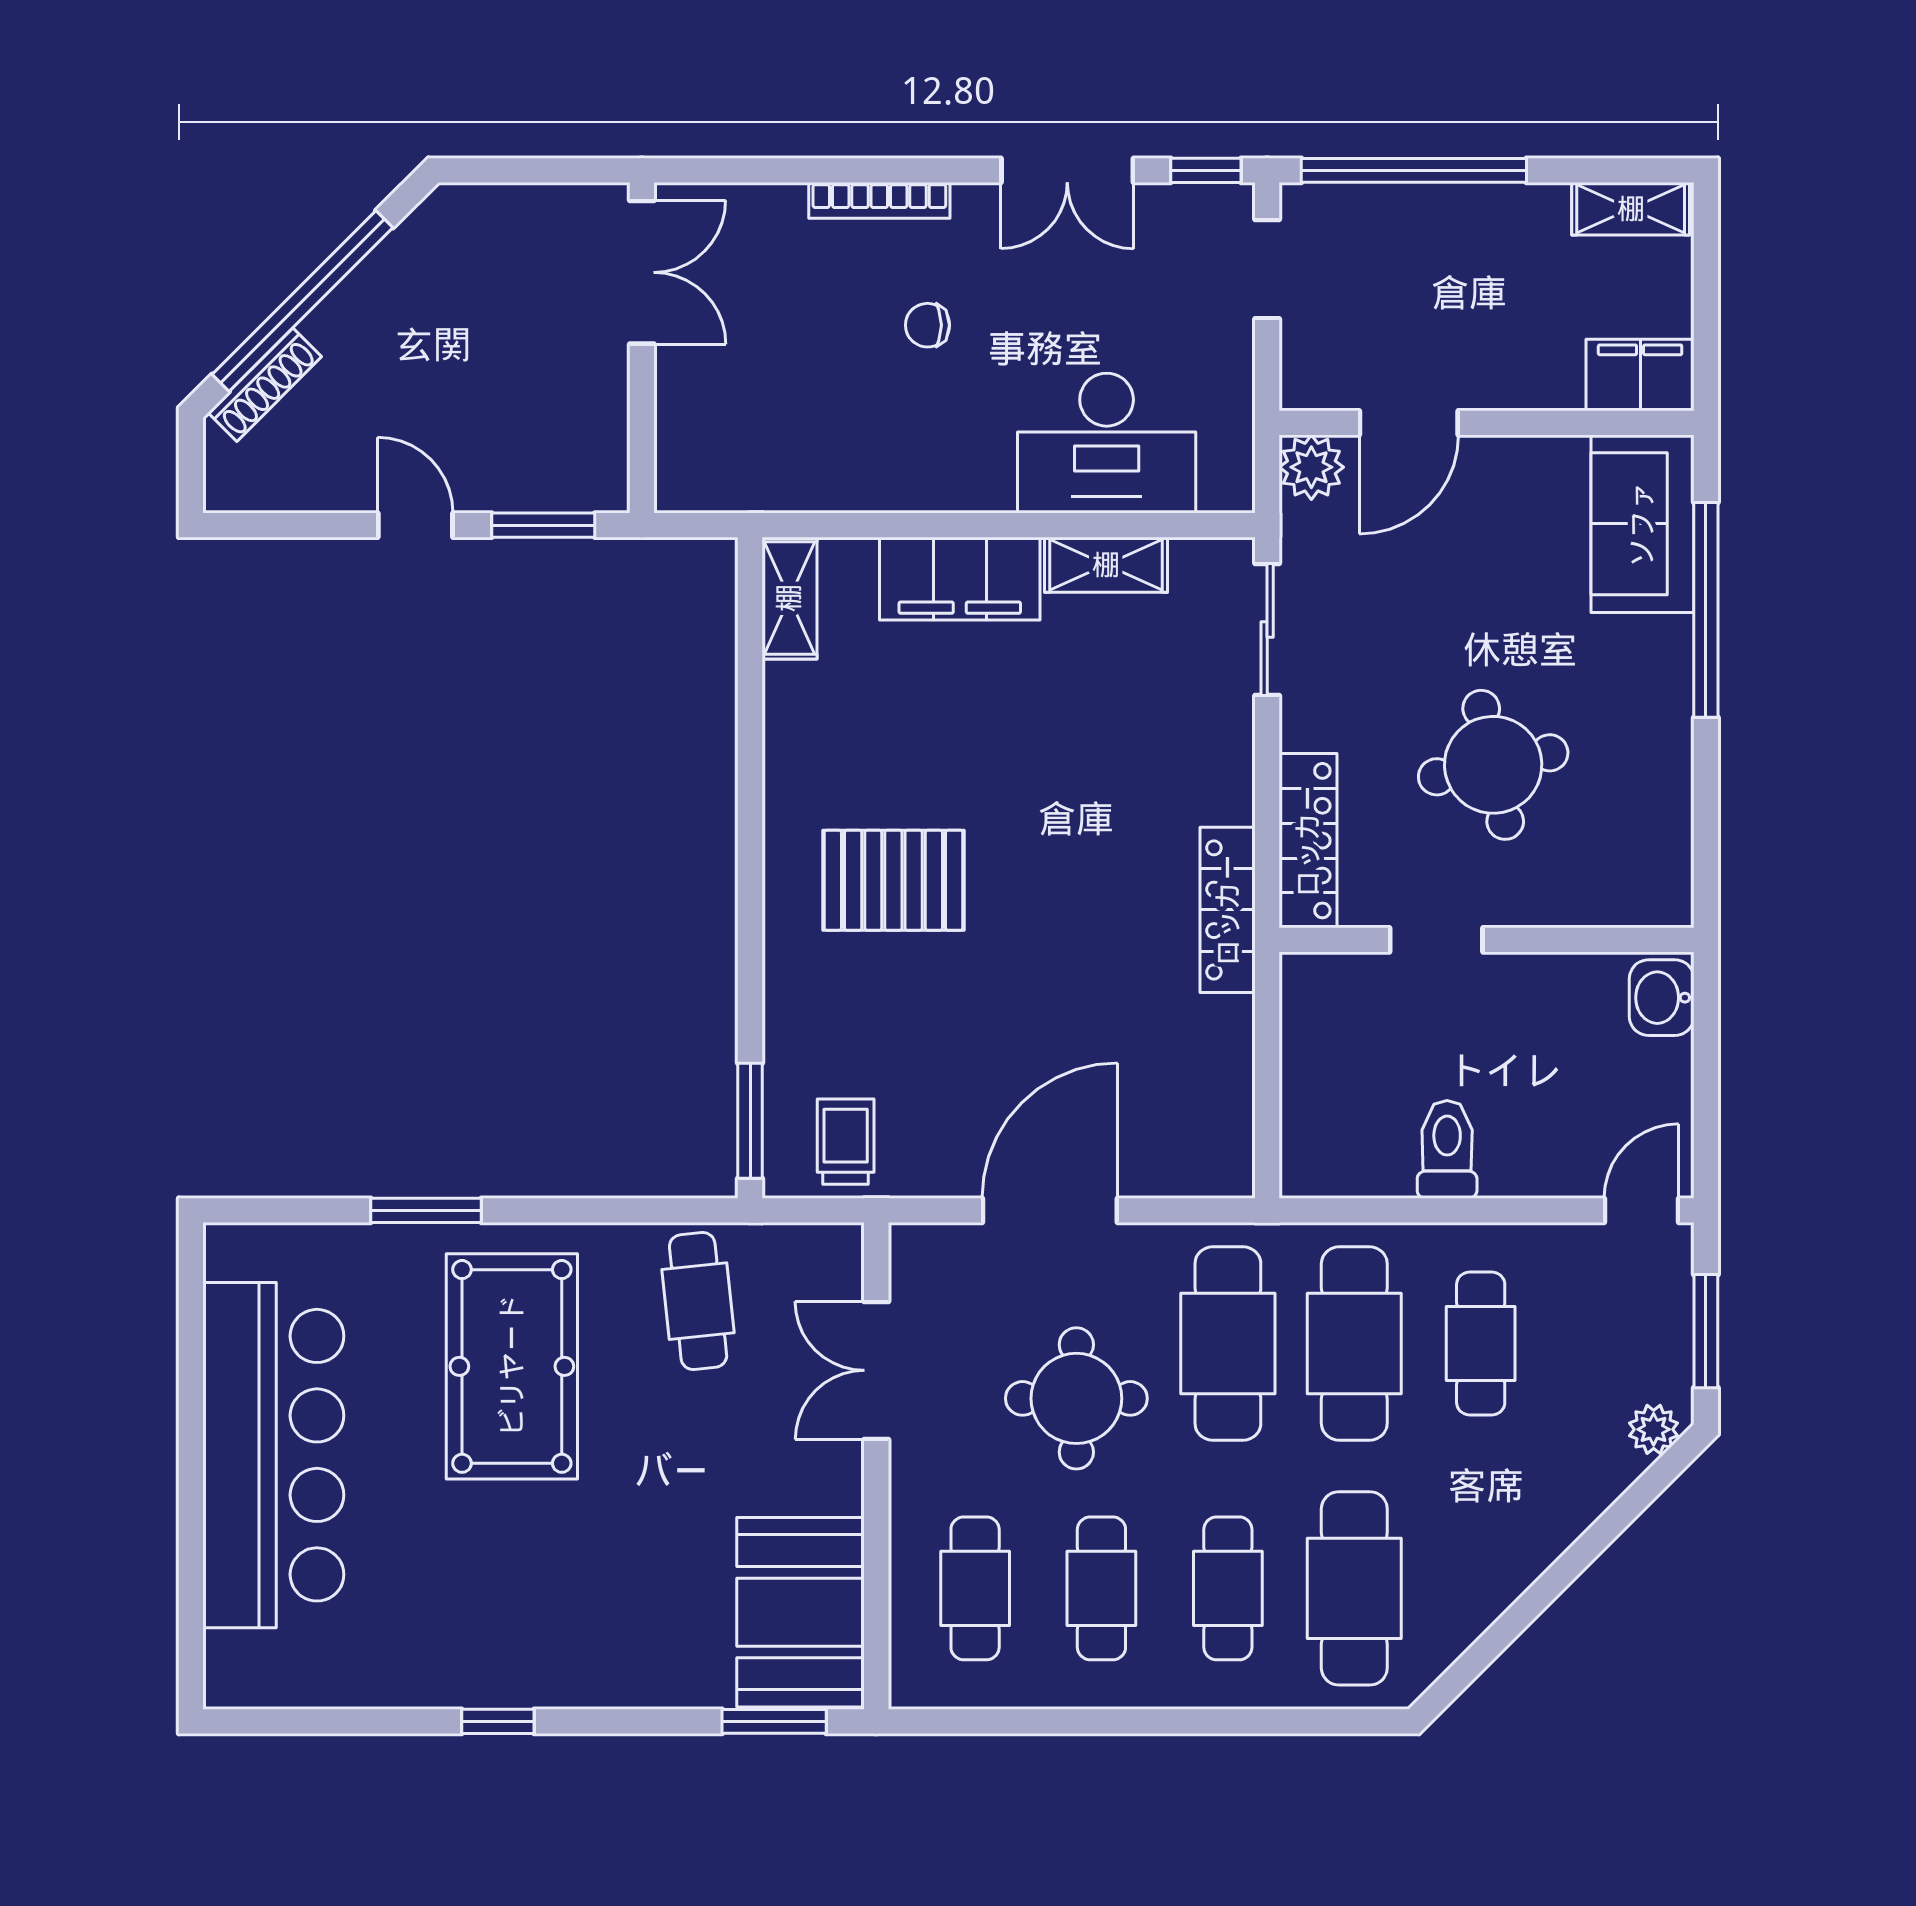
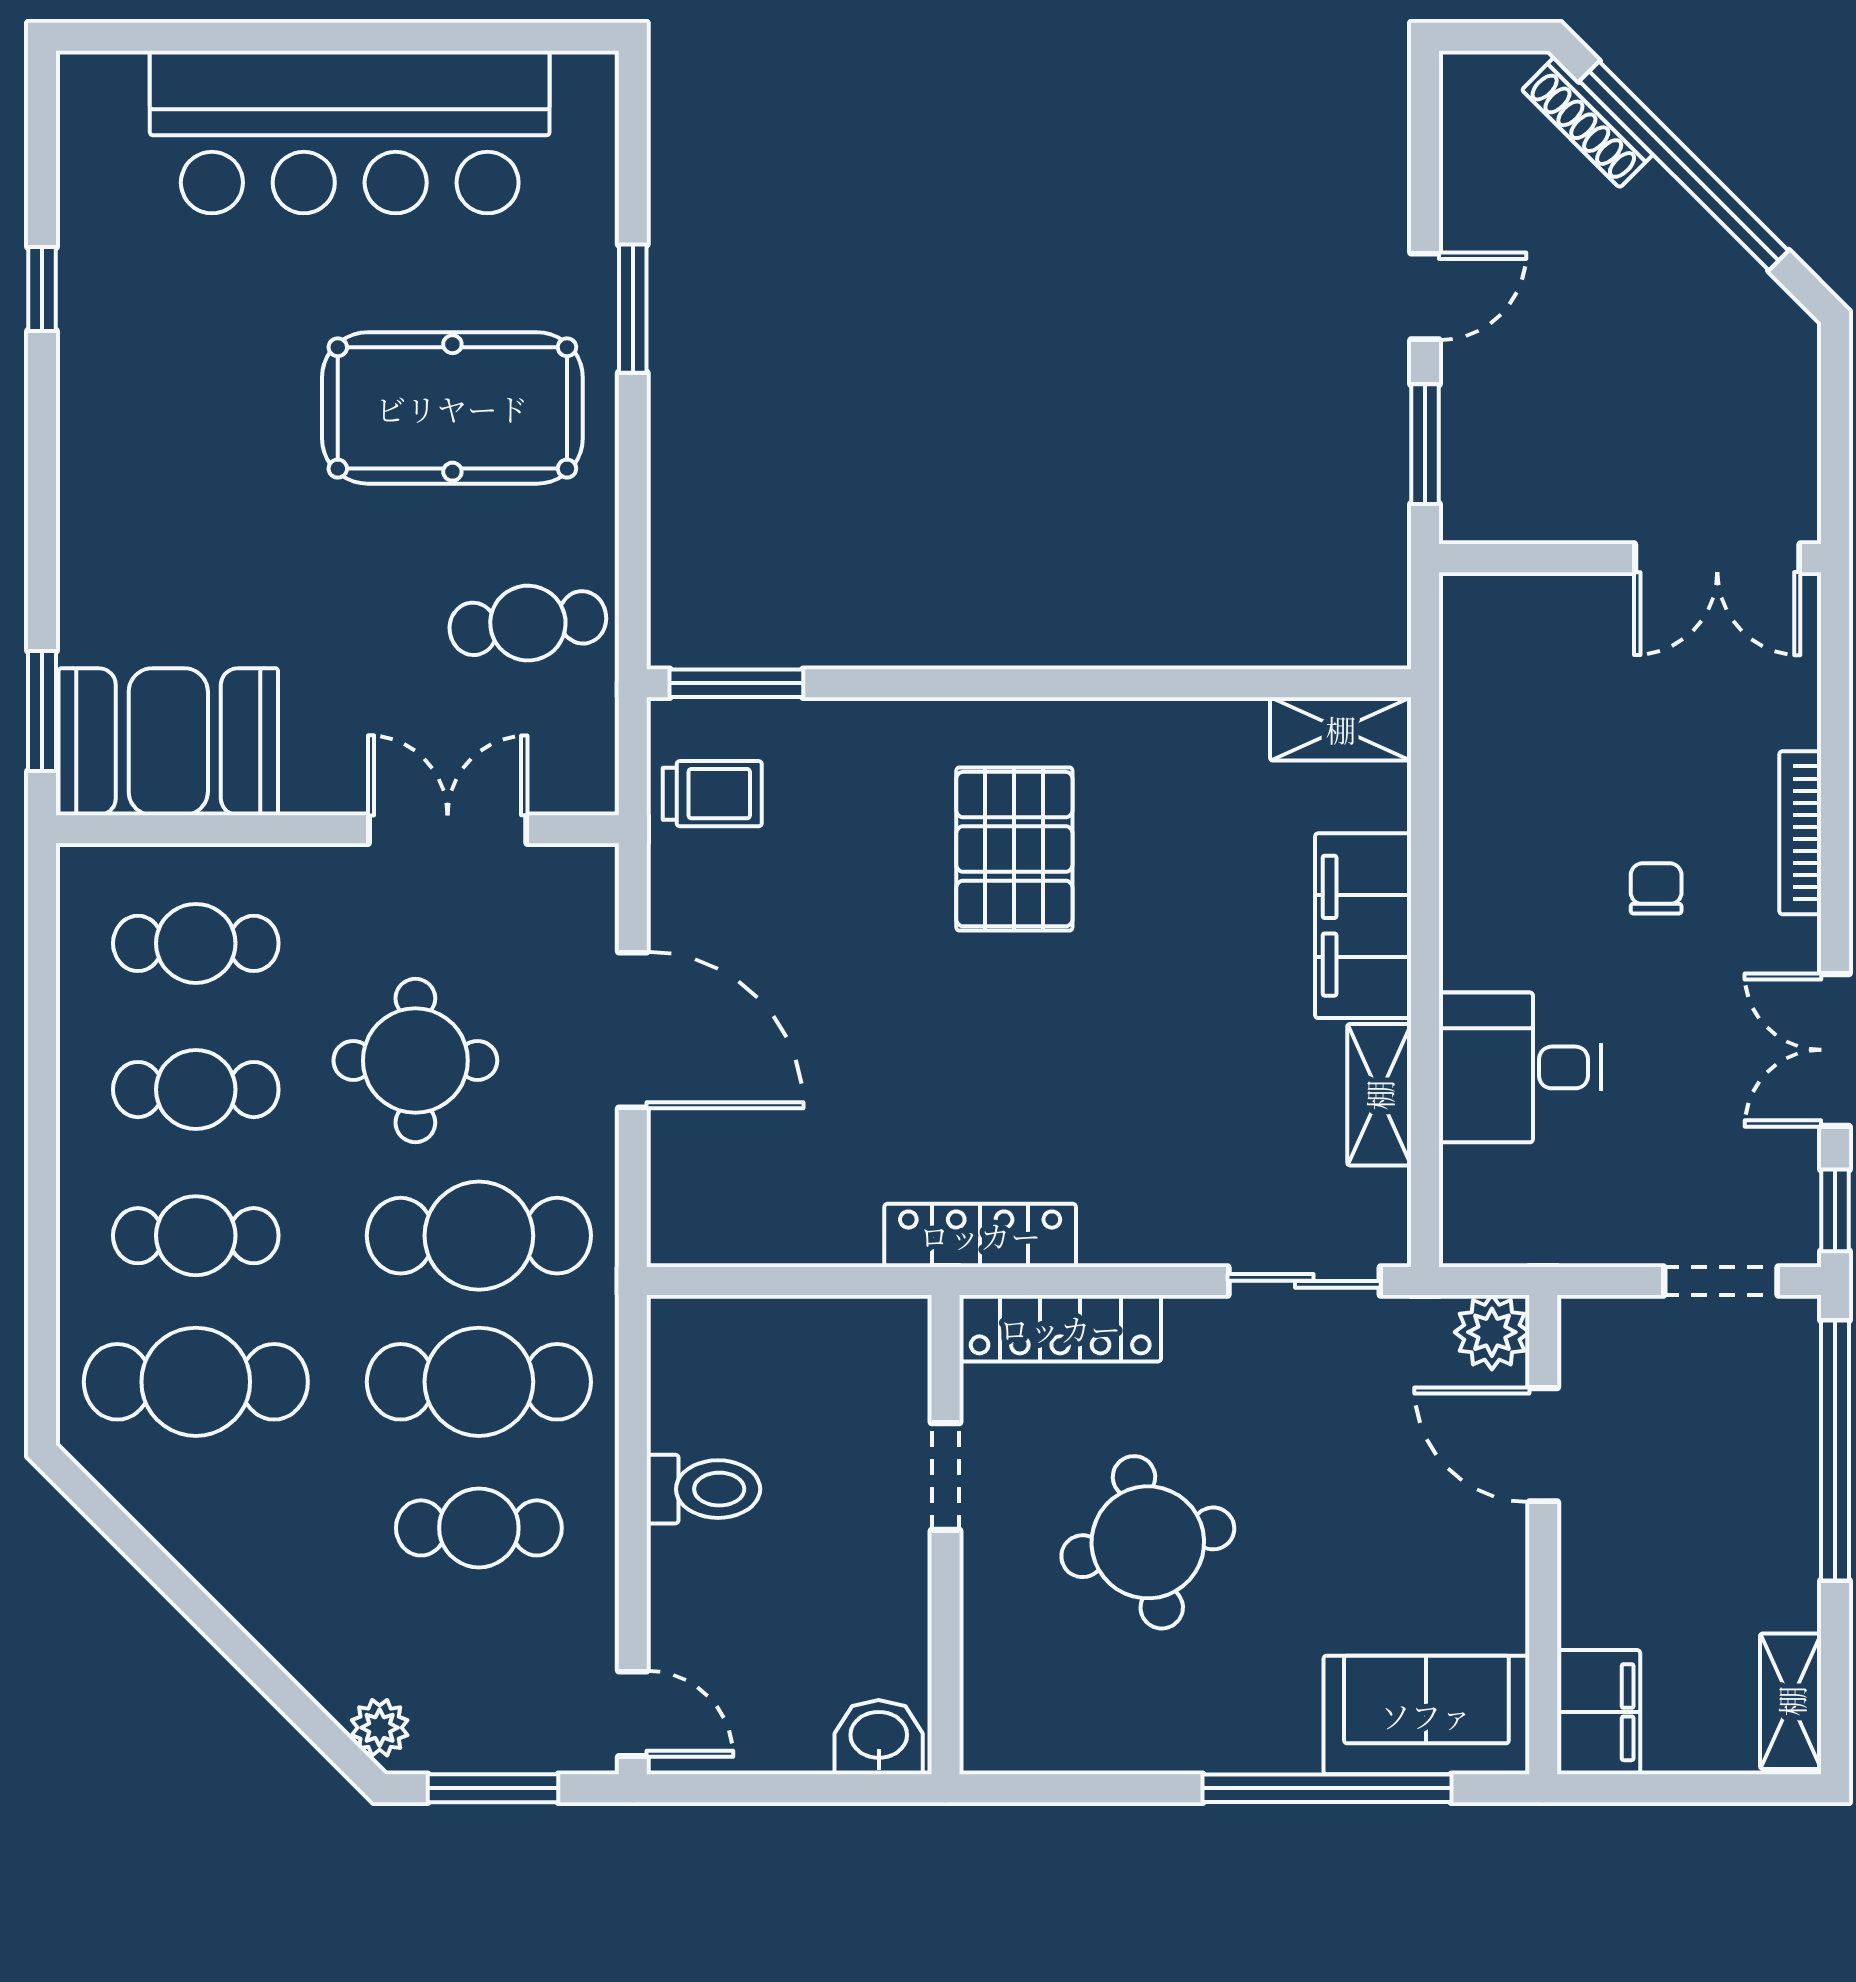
desk: (1107, 443) -> (1520, 1067), width x0.73
window: (498, 1721) -> (42, 289), moved

